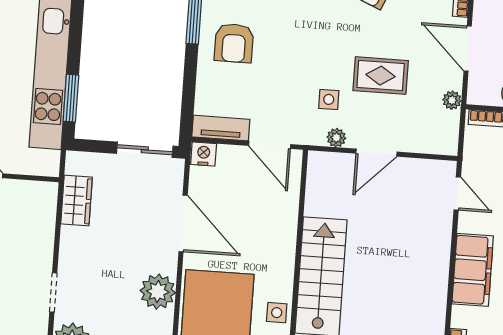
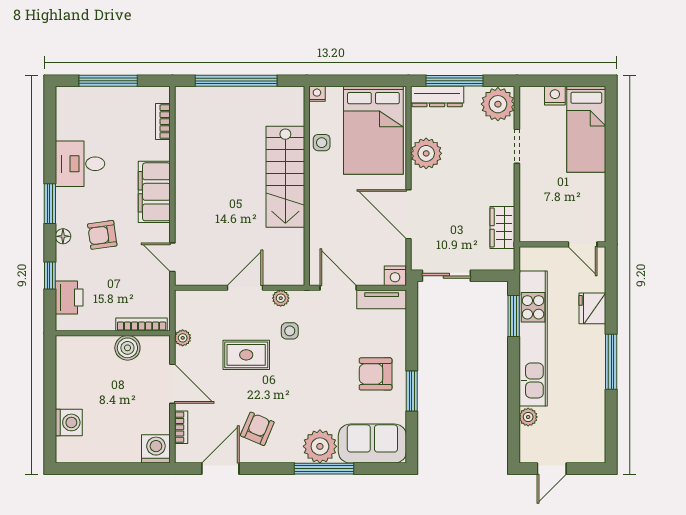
armchair: (234, 43) -> (376, 374), turned -90

